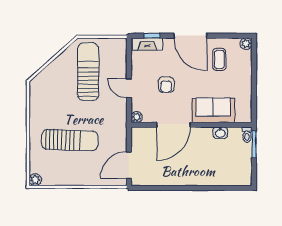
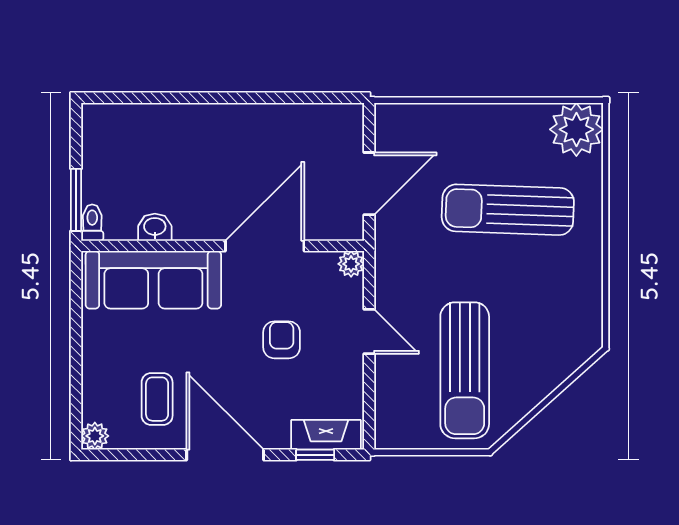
sofa: (213, 110) -> (153, 280), width x1.36
door: (129, 165) -> (369, 184), moved
plant: (35, 180) -> (576, 129), width x1.88, depth x1.88

